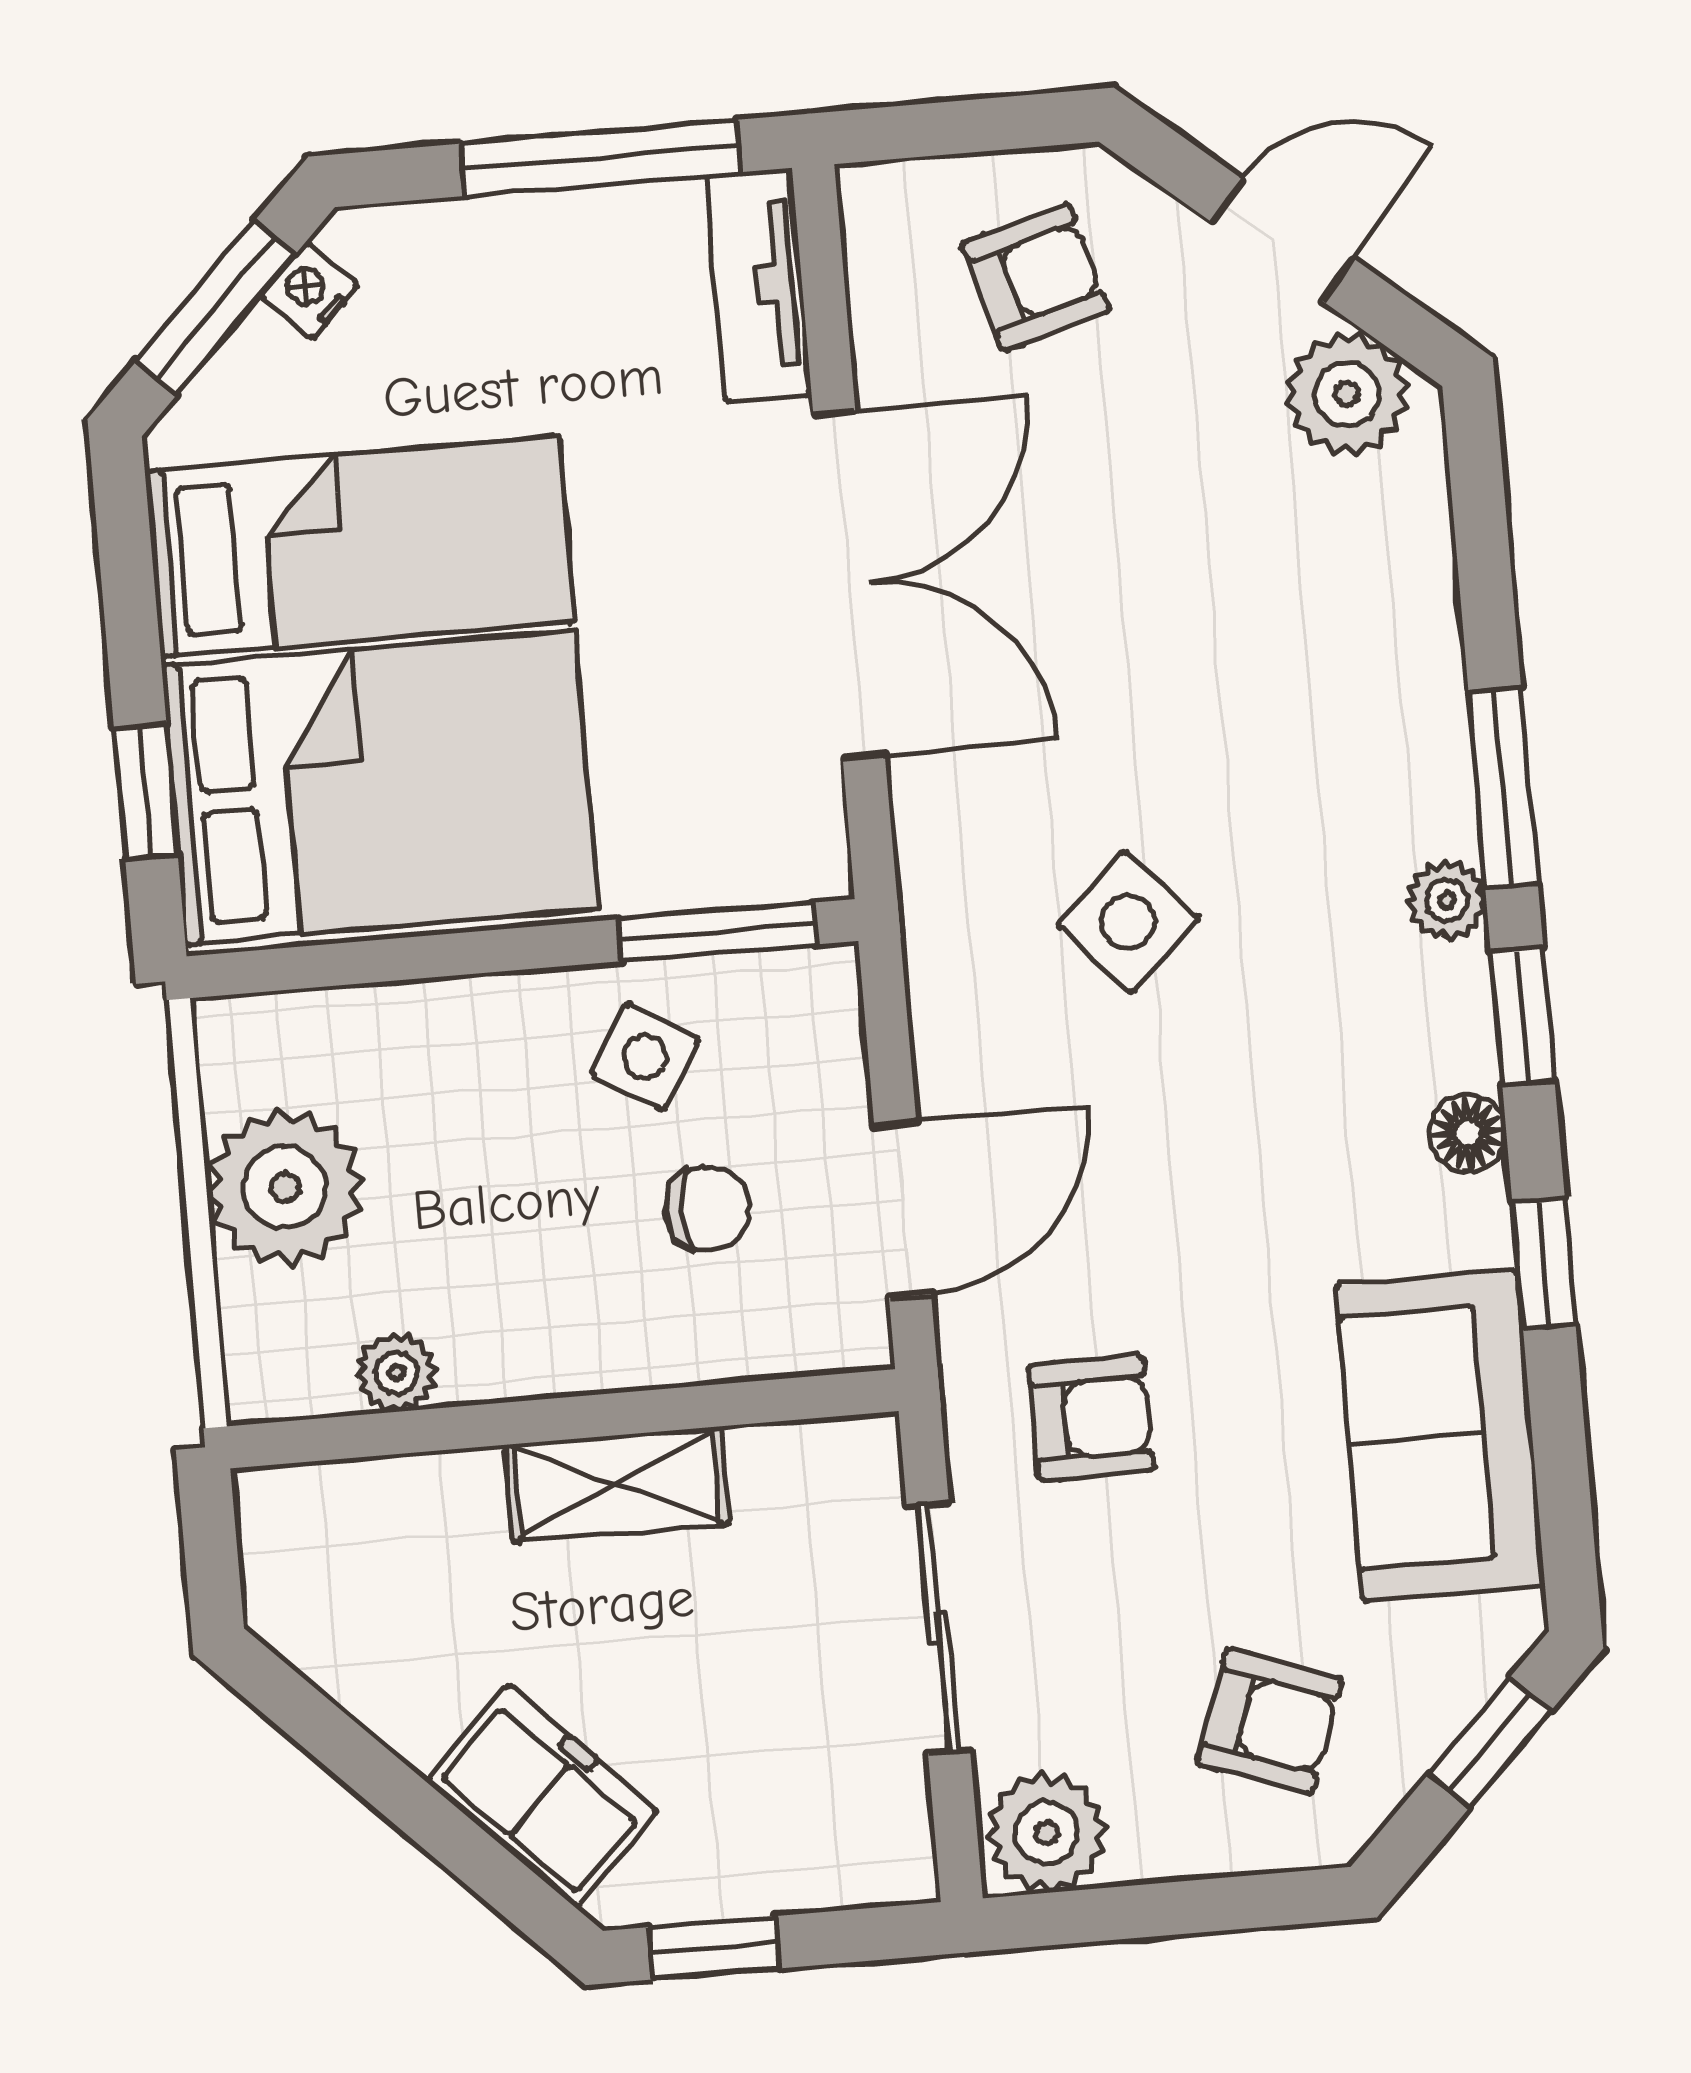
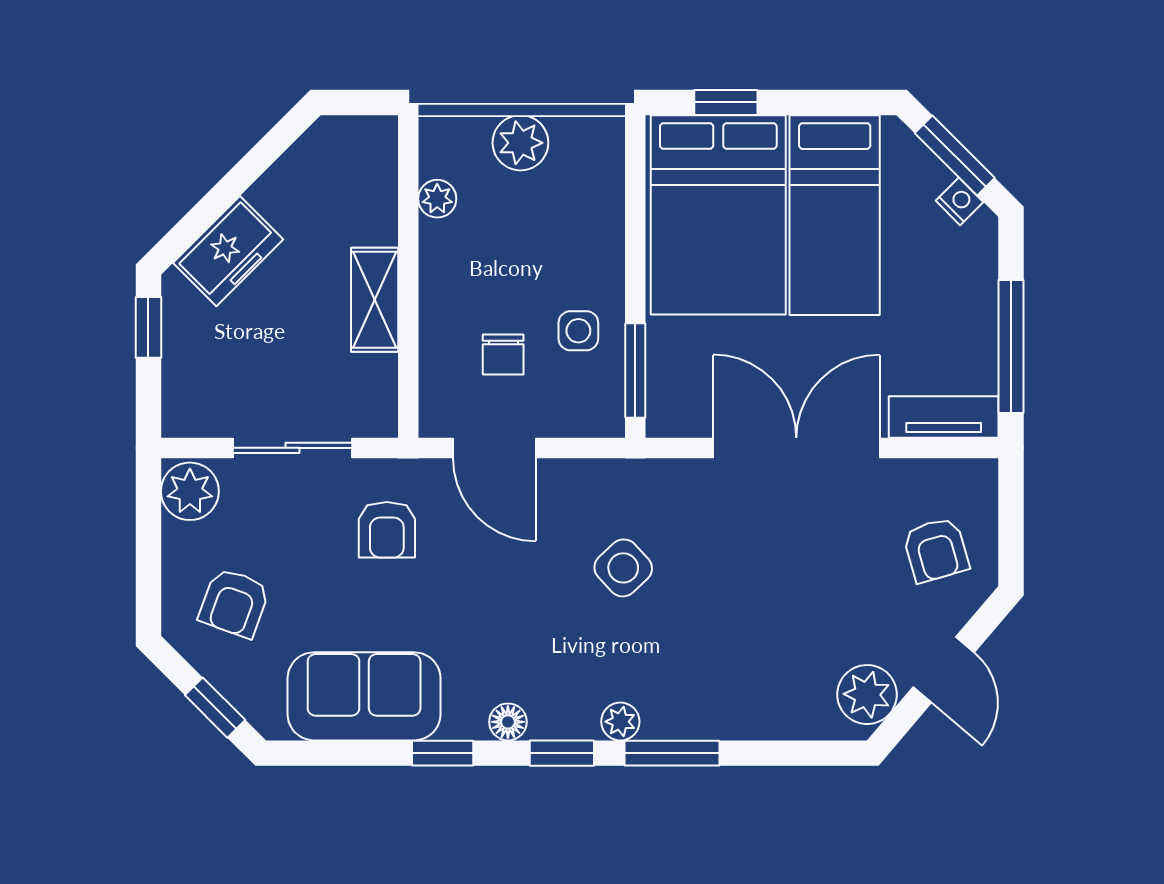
double door: (849, 584) -> (796, 448), swing flipped
side table: (645, 1057) -> (578, 331), turned -32
plant: (285, 1187) -> (520, 143), width x0.73, depth x0.73

